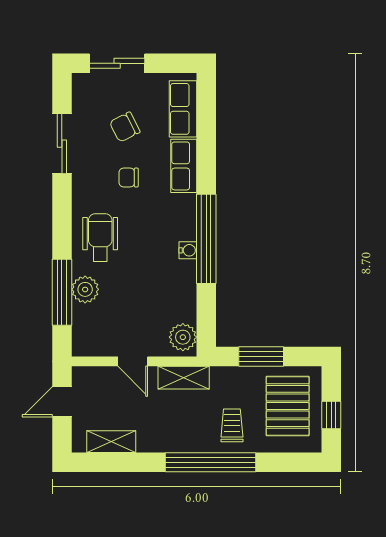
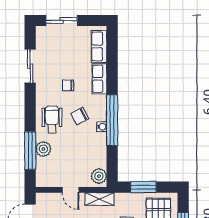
chair: (125, 127) -> (80, 116), moved

